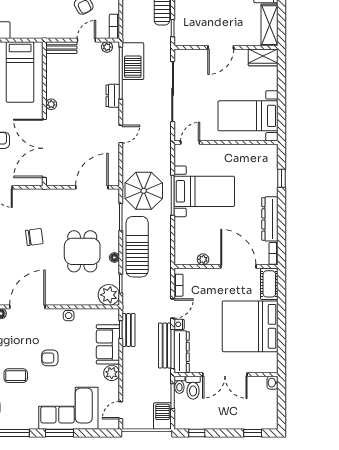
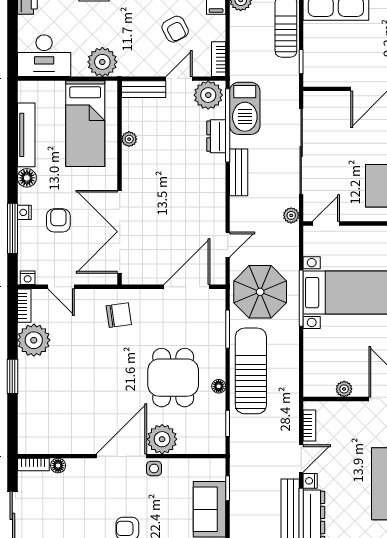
plant: (32, 28) -> (102, 62), added
plant: (107, 47) -> (208, 95), width x1.87, depth x1.87
dresser: (113, 96) -> (216, 136), moved
plant: (51, 104) -> (129, 139), moved
door: (121, 134) -> (228, 245), moved
plant: (166, 137) -> (291, 215), added
chair: (34, 237) -> (119, 315), moved
plant: (109, 295) -> (162, 439), moved
door: (27, 307) -> (121, 456), moved
bench: (129, 330) -> (239, 172), moved

